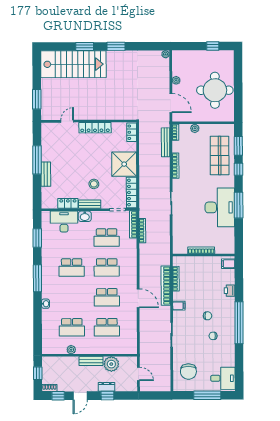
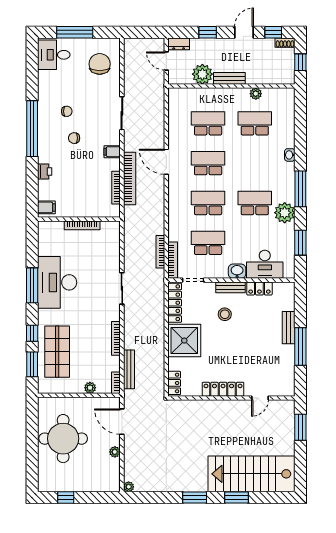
plant: (49, 260) -> (285, 213), added
dresser: (106, 387) -> (179, 44), moved

